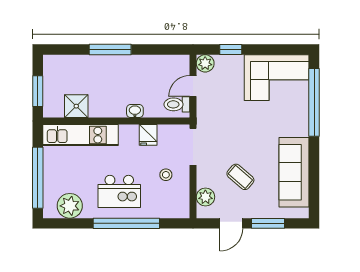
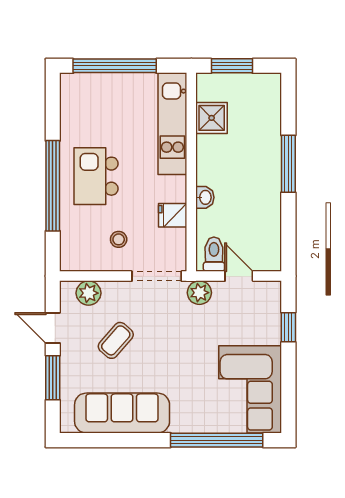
plant: (205, 63) -> (199, 293), moved
plant: (70, 206) -> (77, 109), removed

